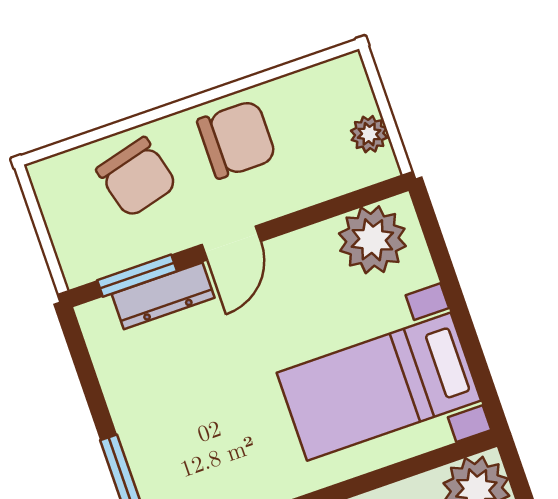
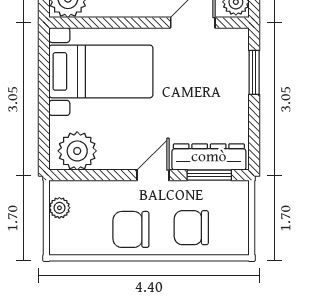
chair: (137, 177) -> (191, 228), turned -75
dresser: (163, 296) -> (209, 157), width x1.37, depth x1.24

